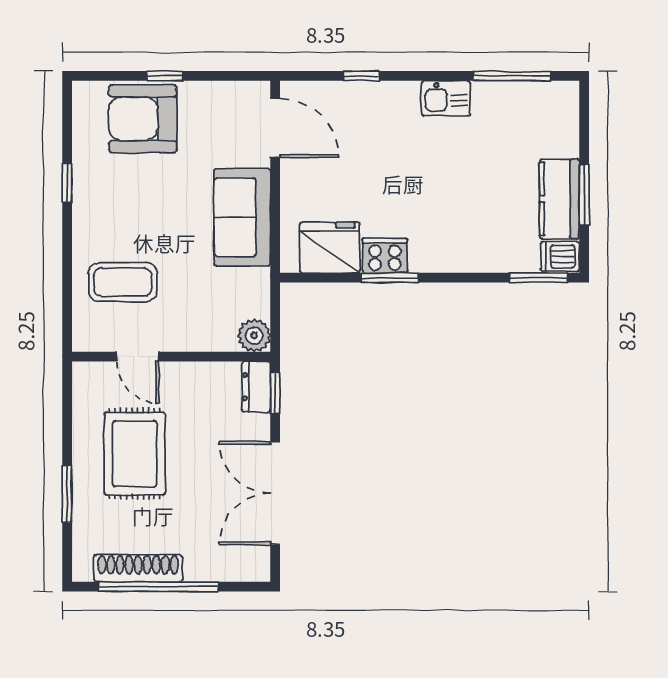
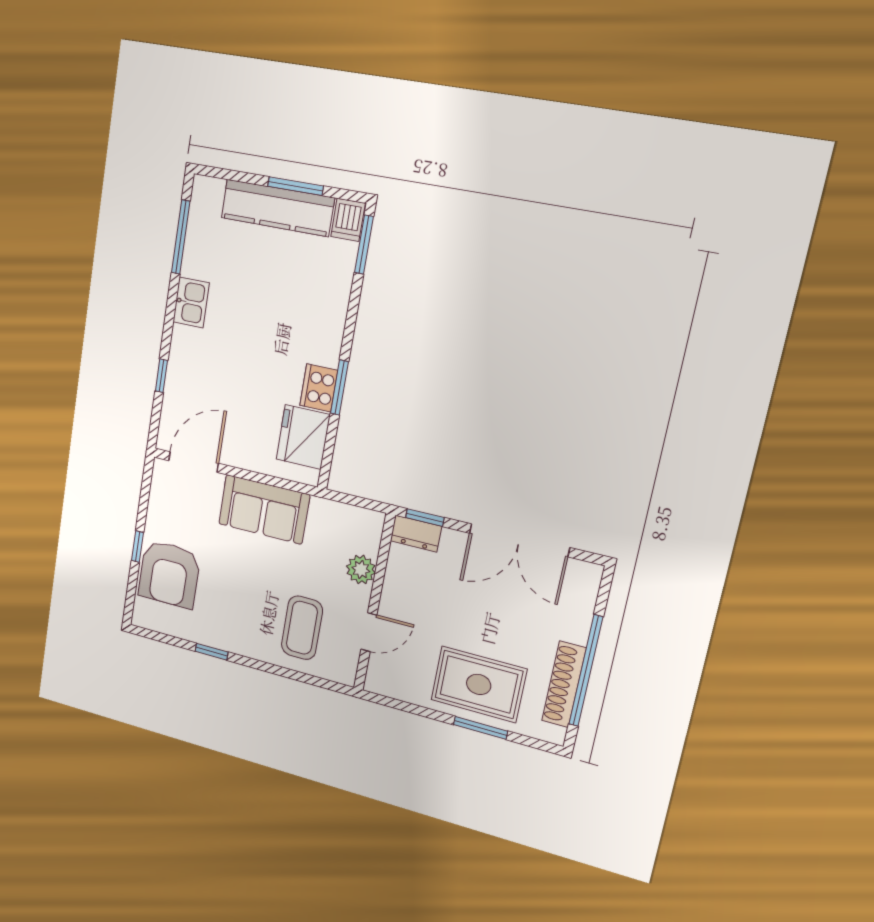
kitchen counter: (560, 199) -> (277, 208), width x1.50
plant: (254, 335) -> (361, 570), moved
rug: (135, 453) -> (479, 684), moved

